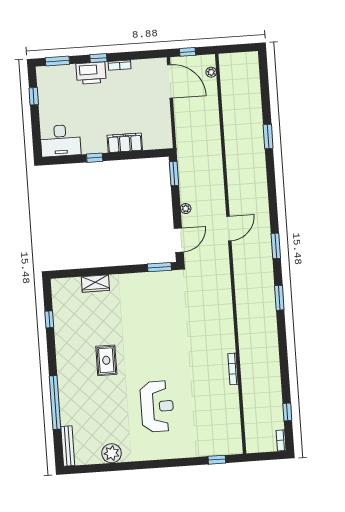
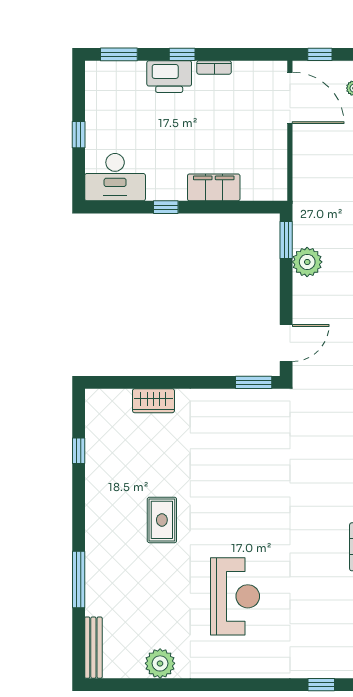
window: (34, 96) -> (79, 135), moved
plant: (186, 208) -> (307, 262), moved, width x1.88, depth x1.88
window: (55, 403) -> (79, 579), width x0.68

